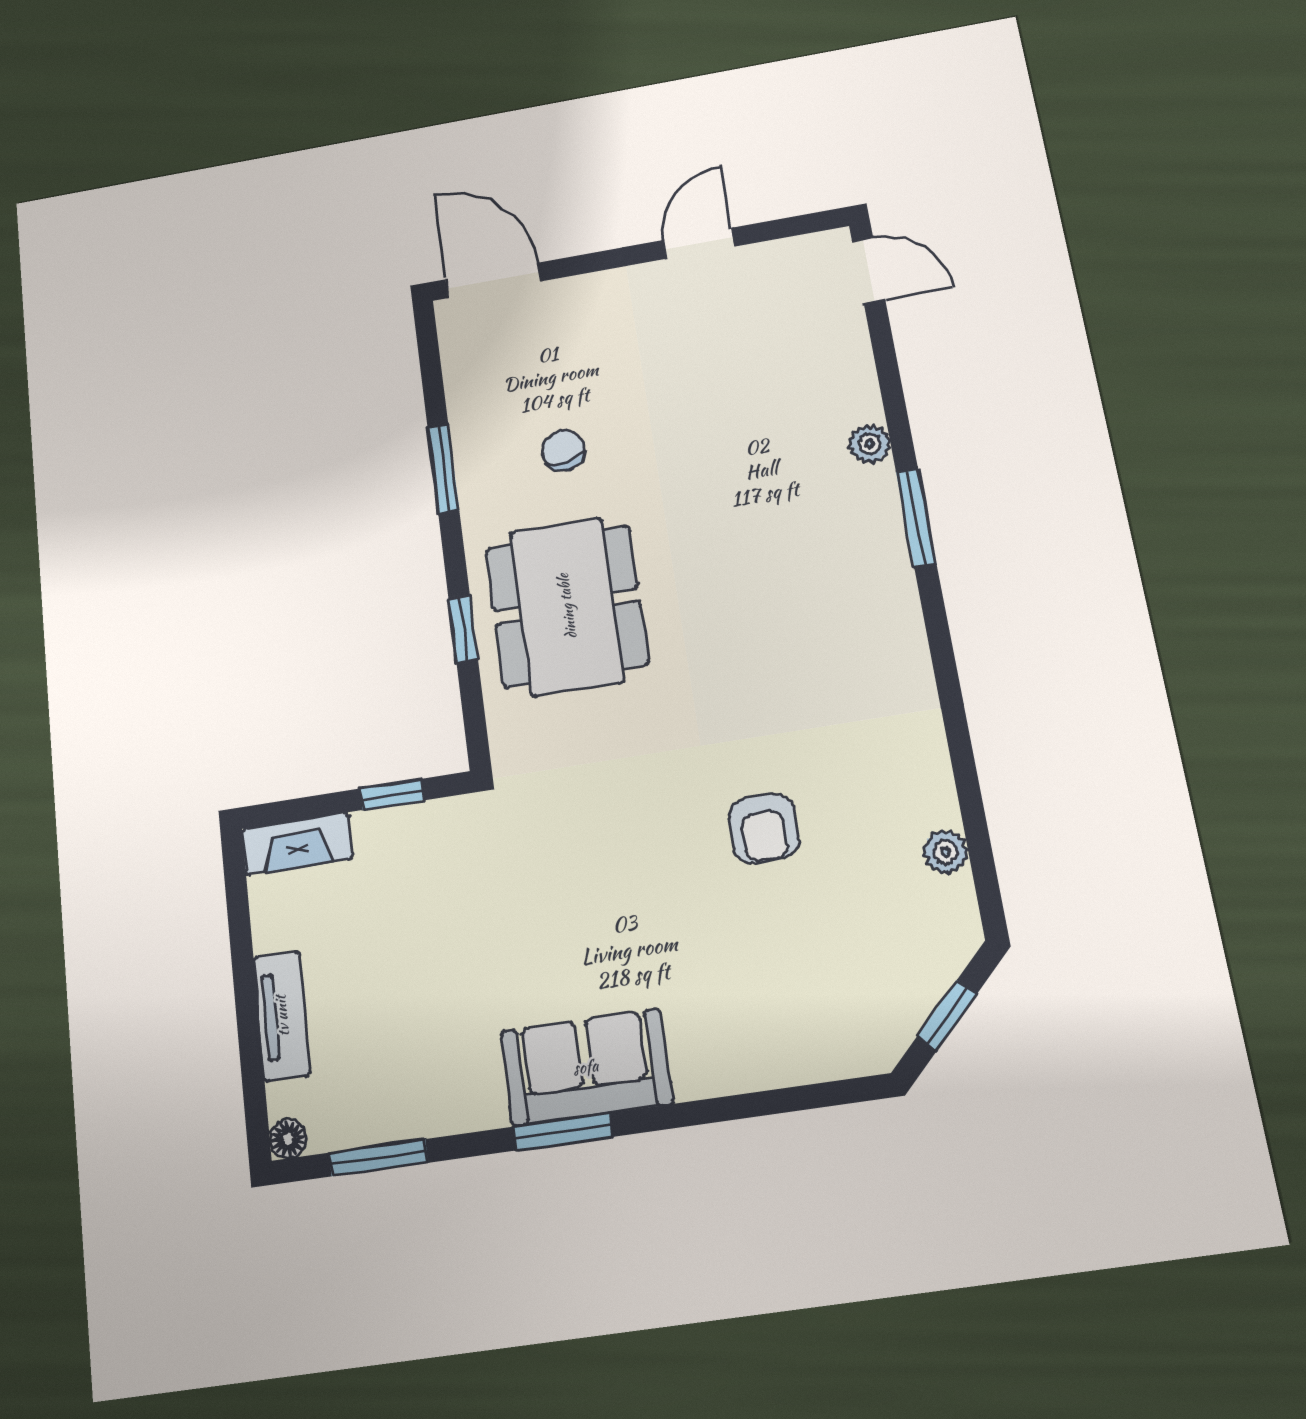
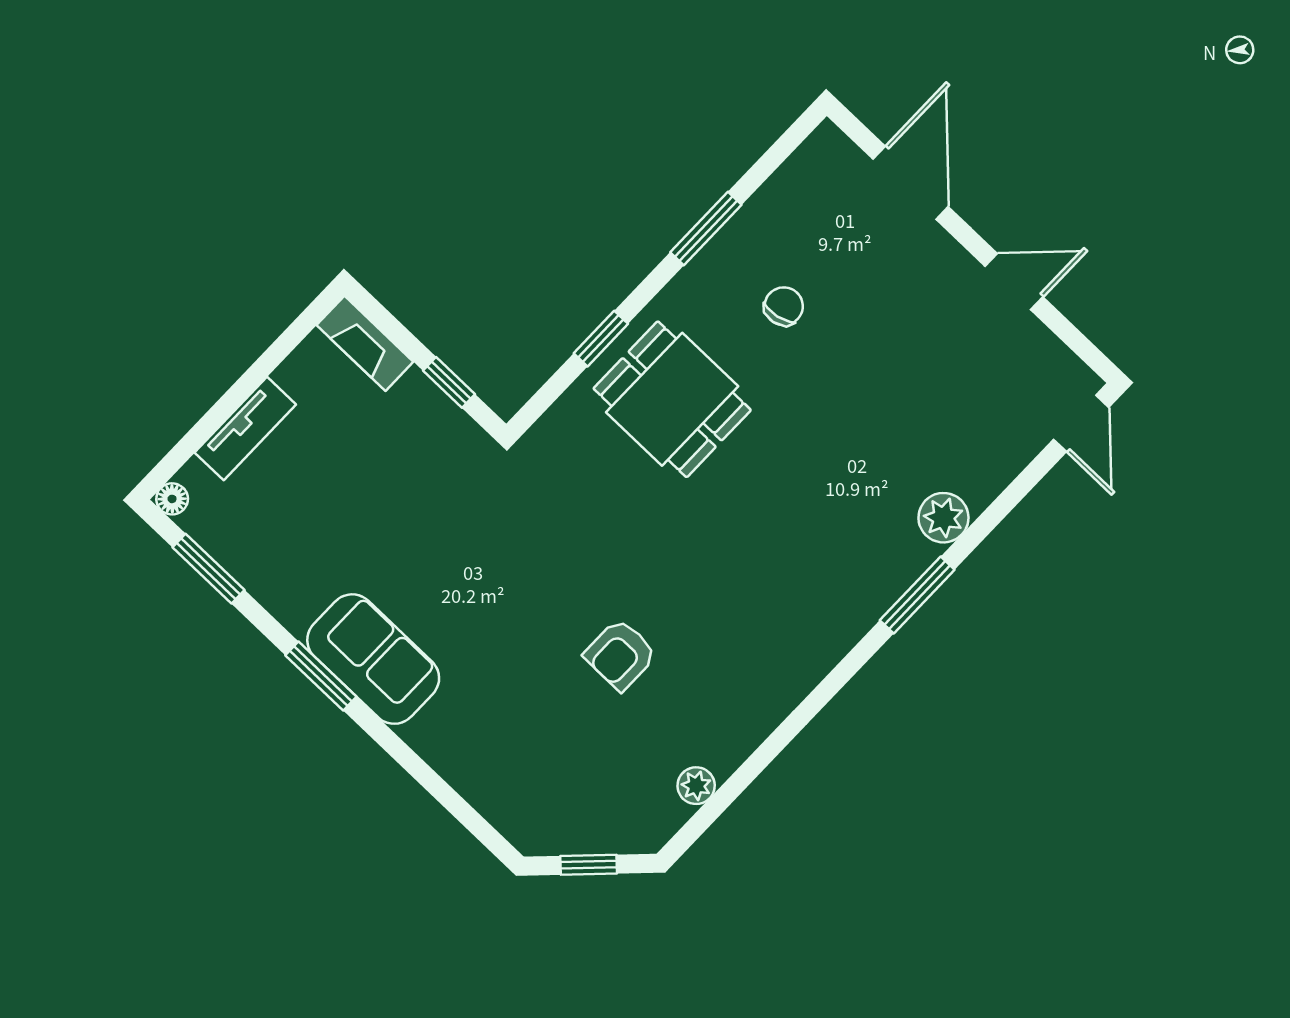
door: (493, 280) -> (911, 183), moved
plant: (870, 444) -> (943, 518), width x1.38, depth x1.38
dining table: (567, 606) -> (672, 399), width x0.73

